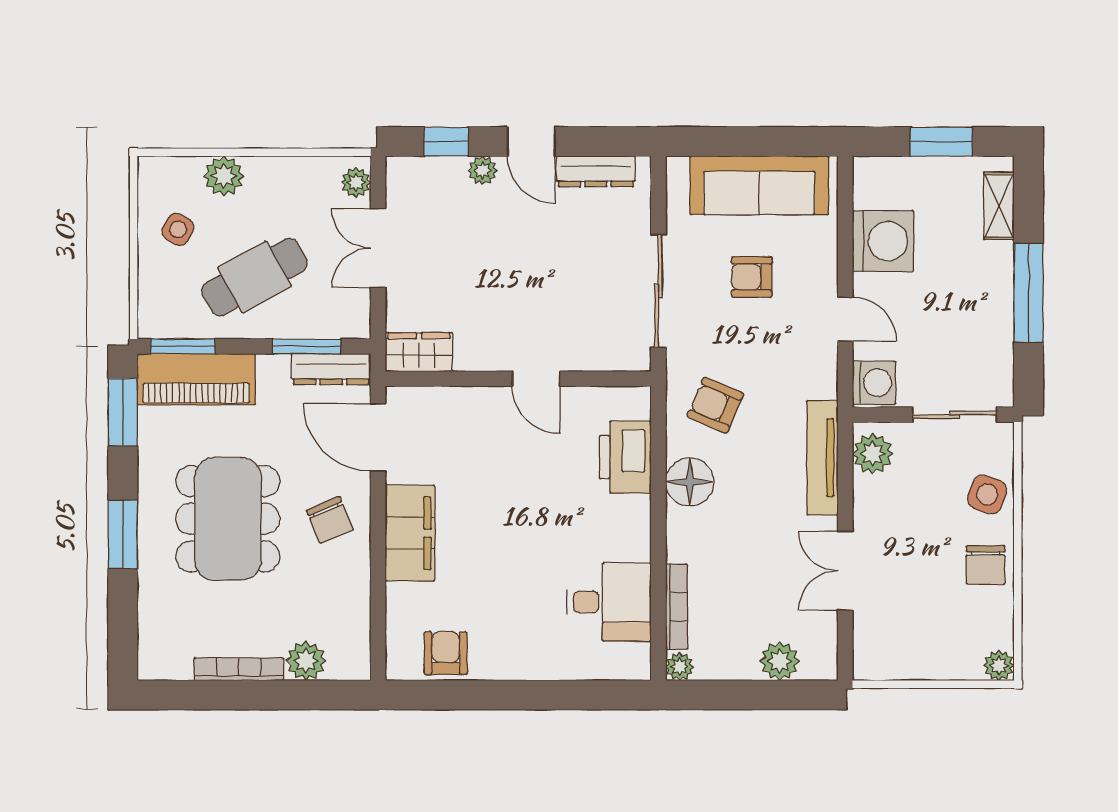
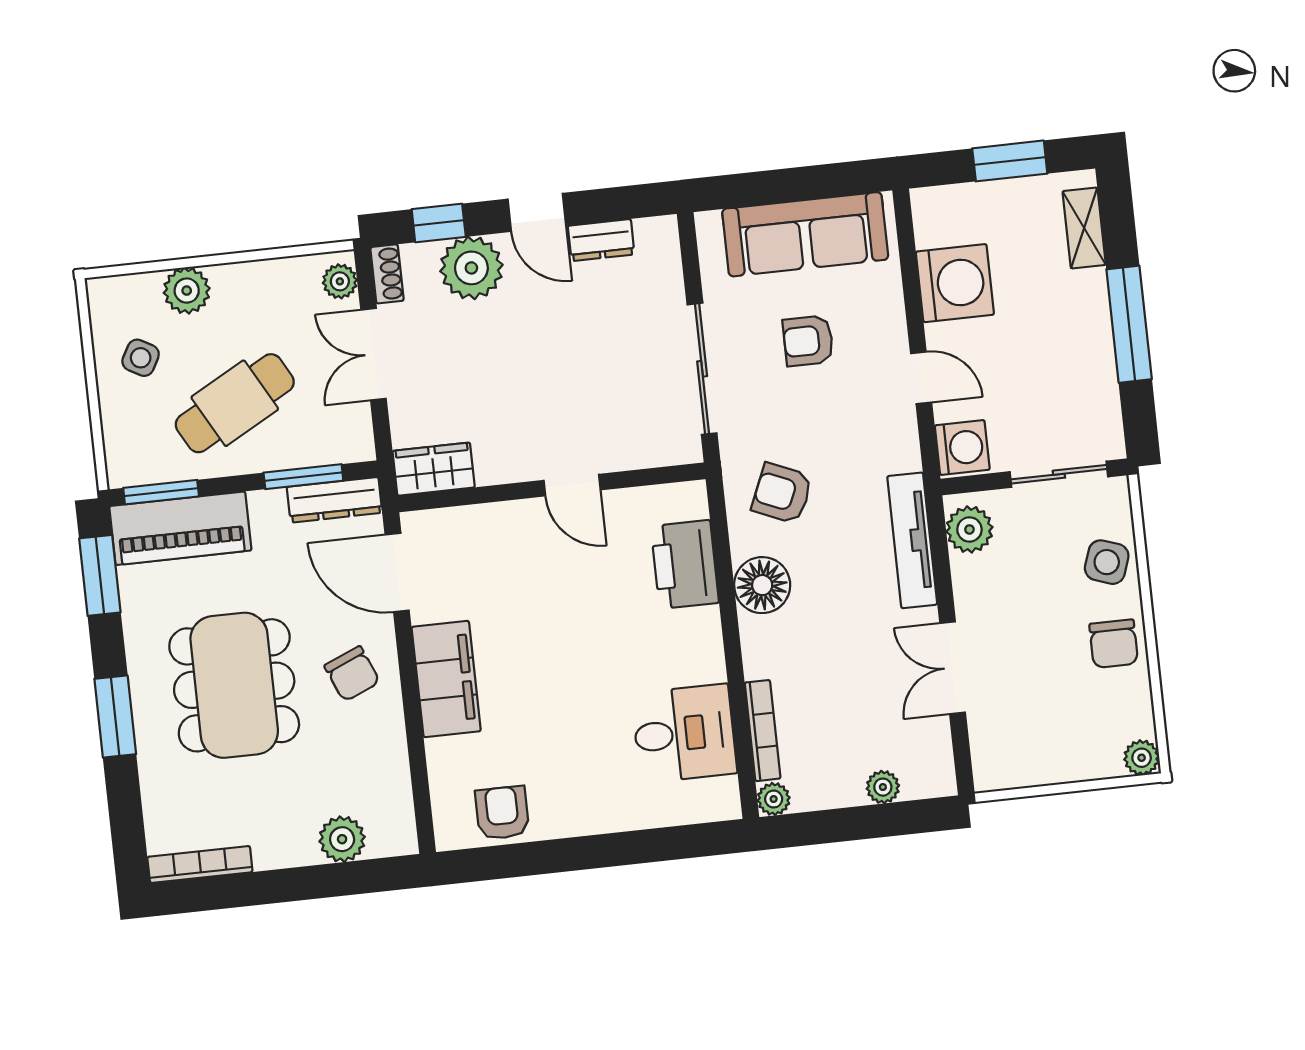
plant: (483, 170) -> (471, 268), width x1.87, depth x1.87
dresser: (596, 171) -> (601, 240), width x0.70
shoe rack: (397, 180) -> (387, 274), added
plant: (780, 661) -> (883, 787), width x0.73, depth x0.73
bookcase: (239, 669) -> (200, 864), moved

